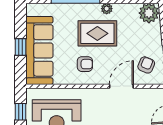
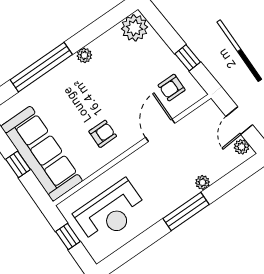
rug: (97, 33) -> (93, 90), removed
armchair: (146, 65) -> (172, 88), turned -113

